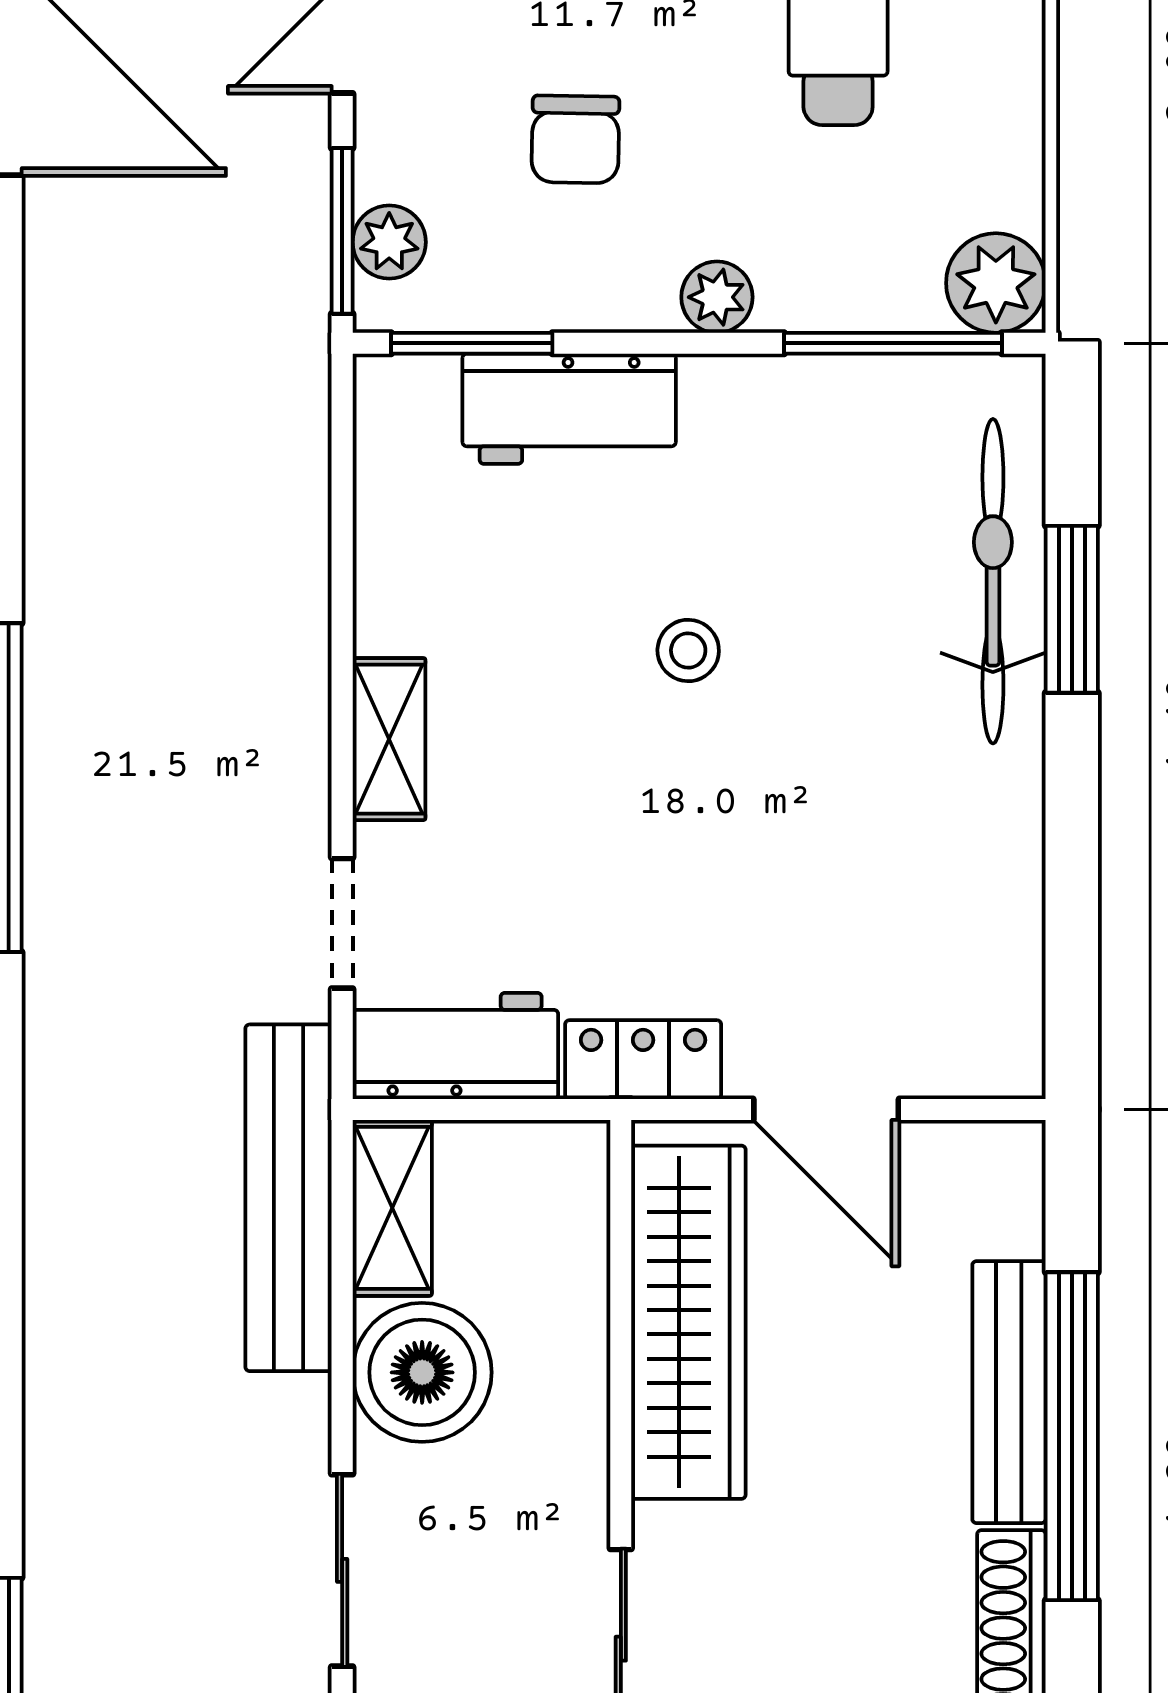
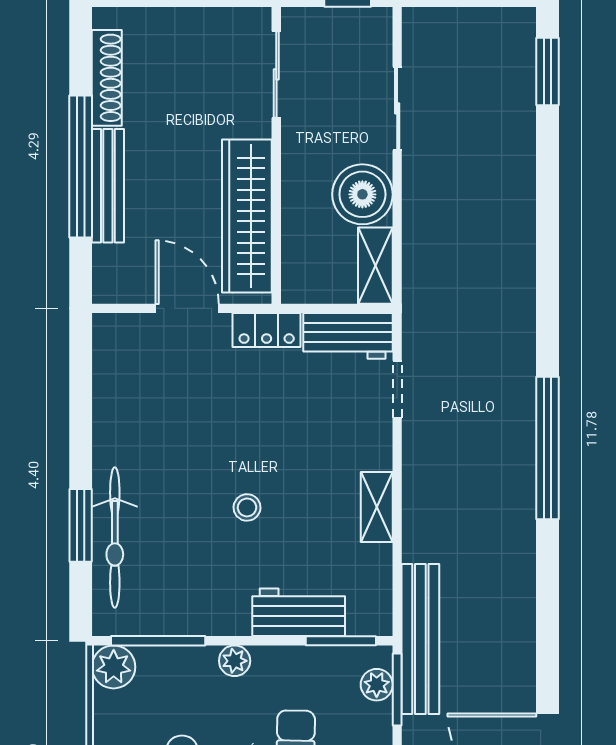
shelving: (389, 739) -> (377, 507), moved
bench: (289, 1198) -> (420, 639), moved

